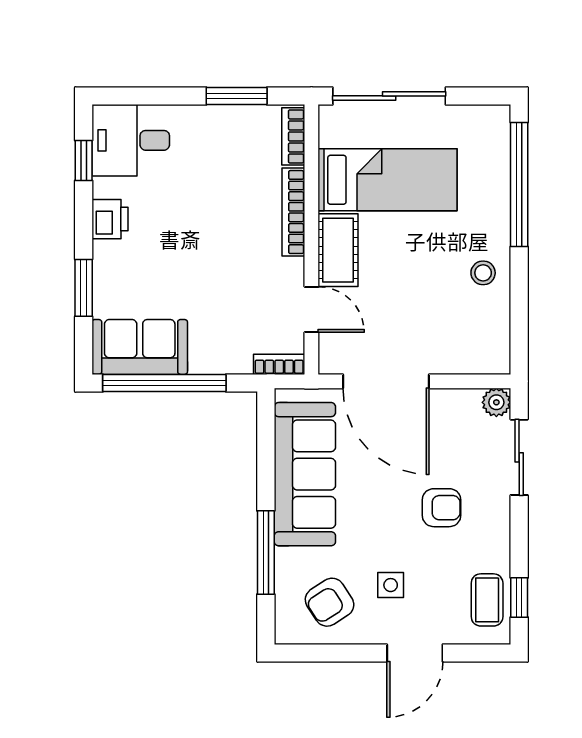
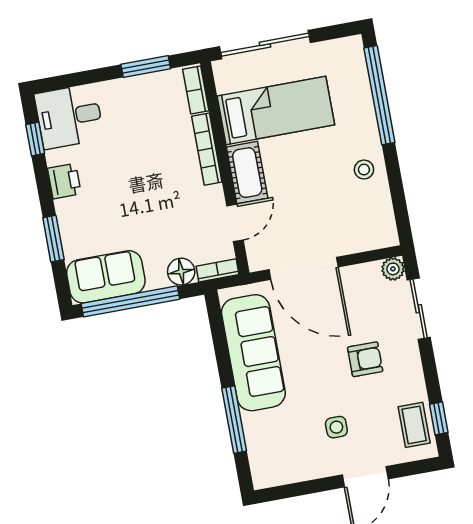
door: (311, 309) -> (235, 223), hinge flipped
floor lamp: (234, 358) -> (181, 272), added
armchair: (330, 602) -> (291, 449), removed

